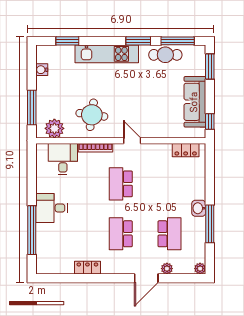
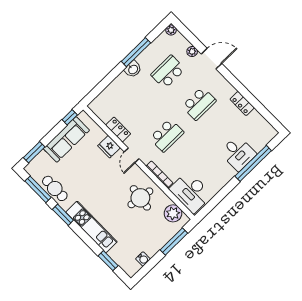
fridge: (156, 130) -> (109, 147), added
locker: (186, 150) -> (118, 129), moved
desk: (63, 159) -> (191, 192), width x1.37
desk: (51, 208) -> (238, 153), moved

